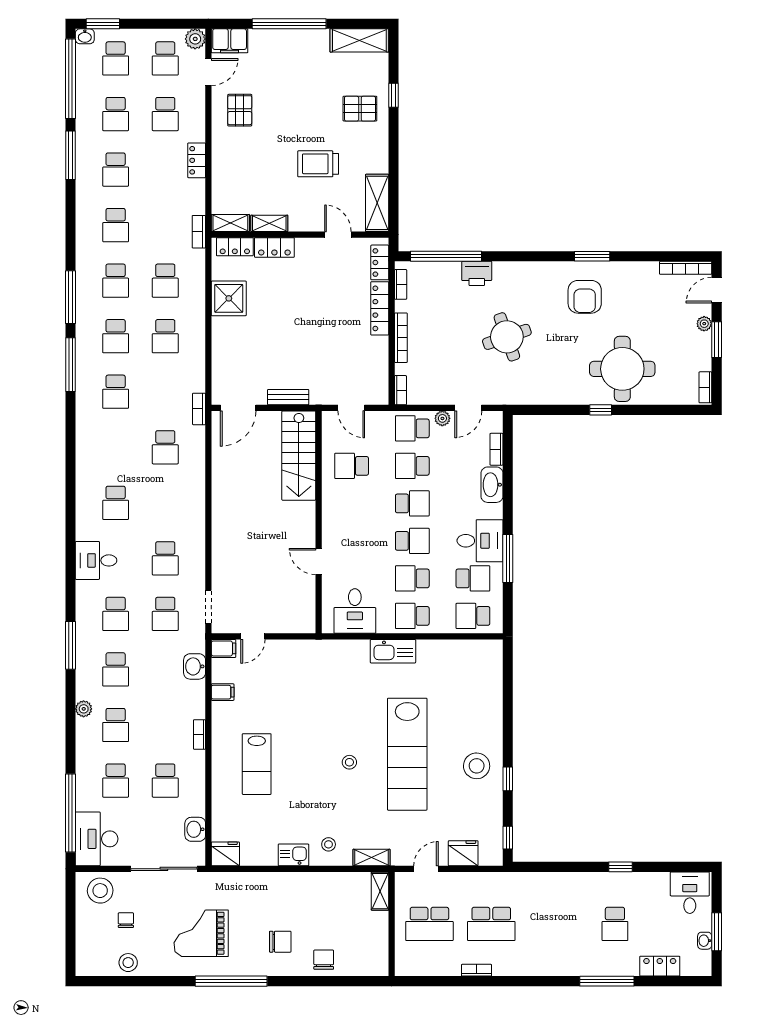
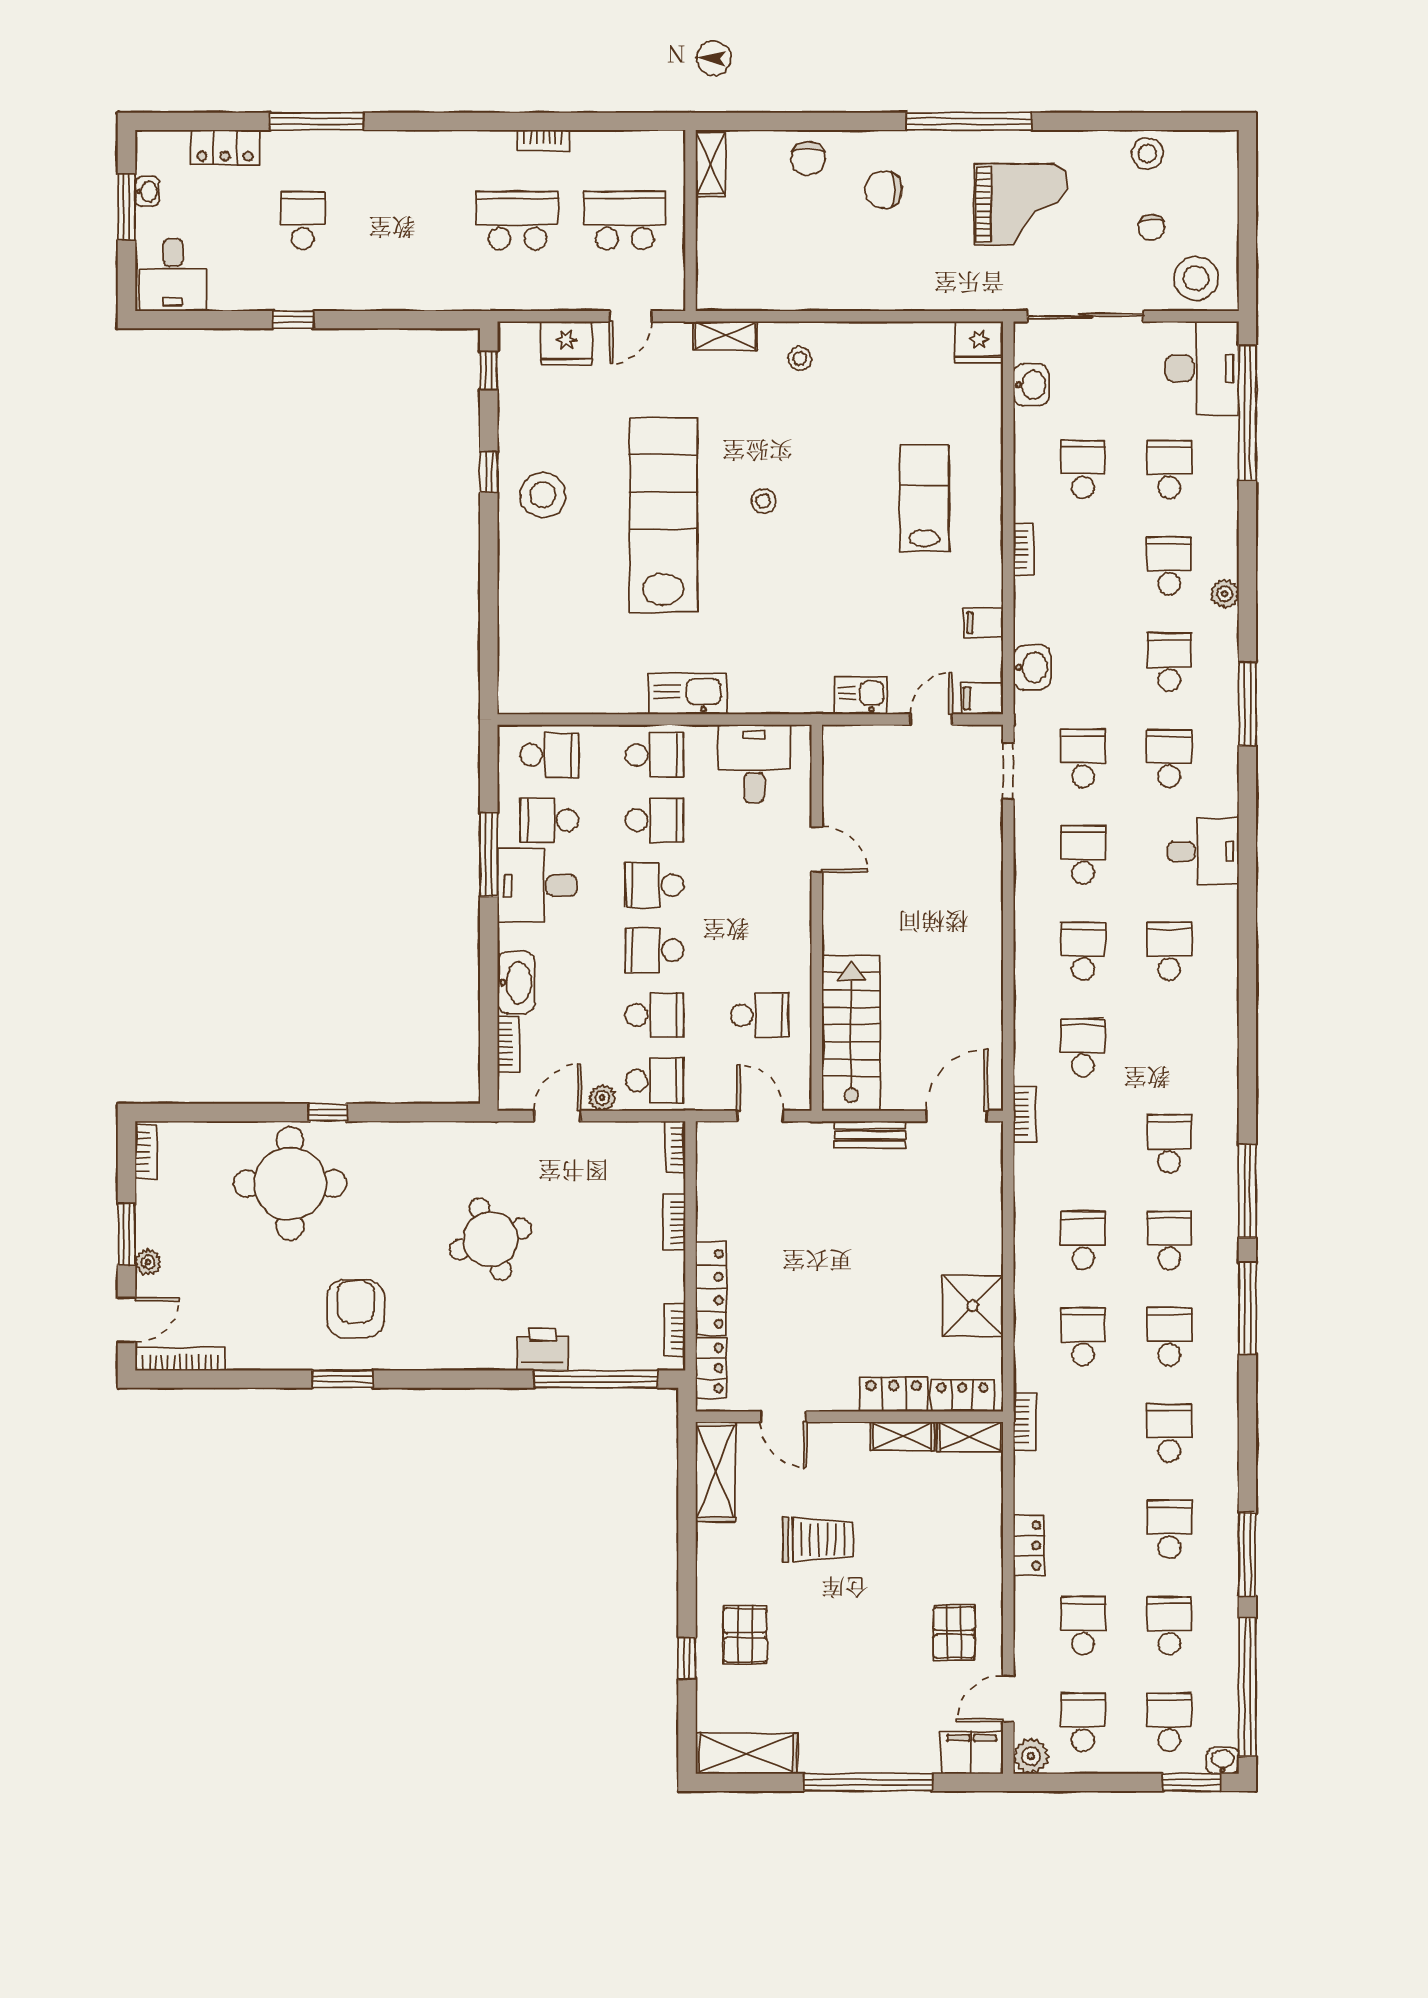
pallet: (360, 109) -> (745, 1635), turned 90
bookcase: (401, 338) -> (674, 1222), width x0.64
school desk: (165, 503) -> (1083, 951), added
kitchen sink: (293, 855) -> (861, 695), moved, turned 180
shelving: (380, 891) -> (710, 163), moved

